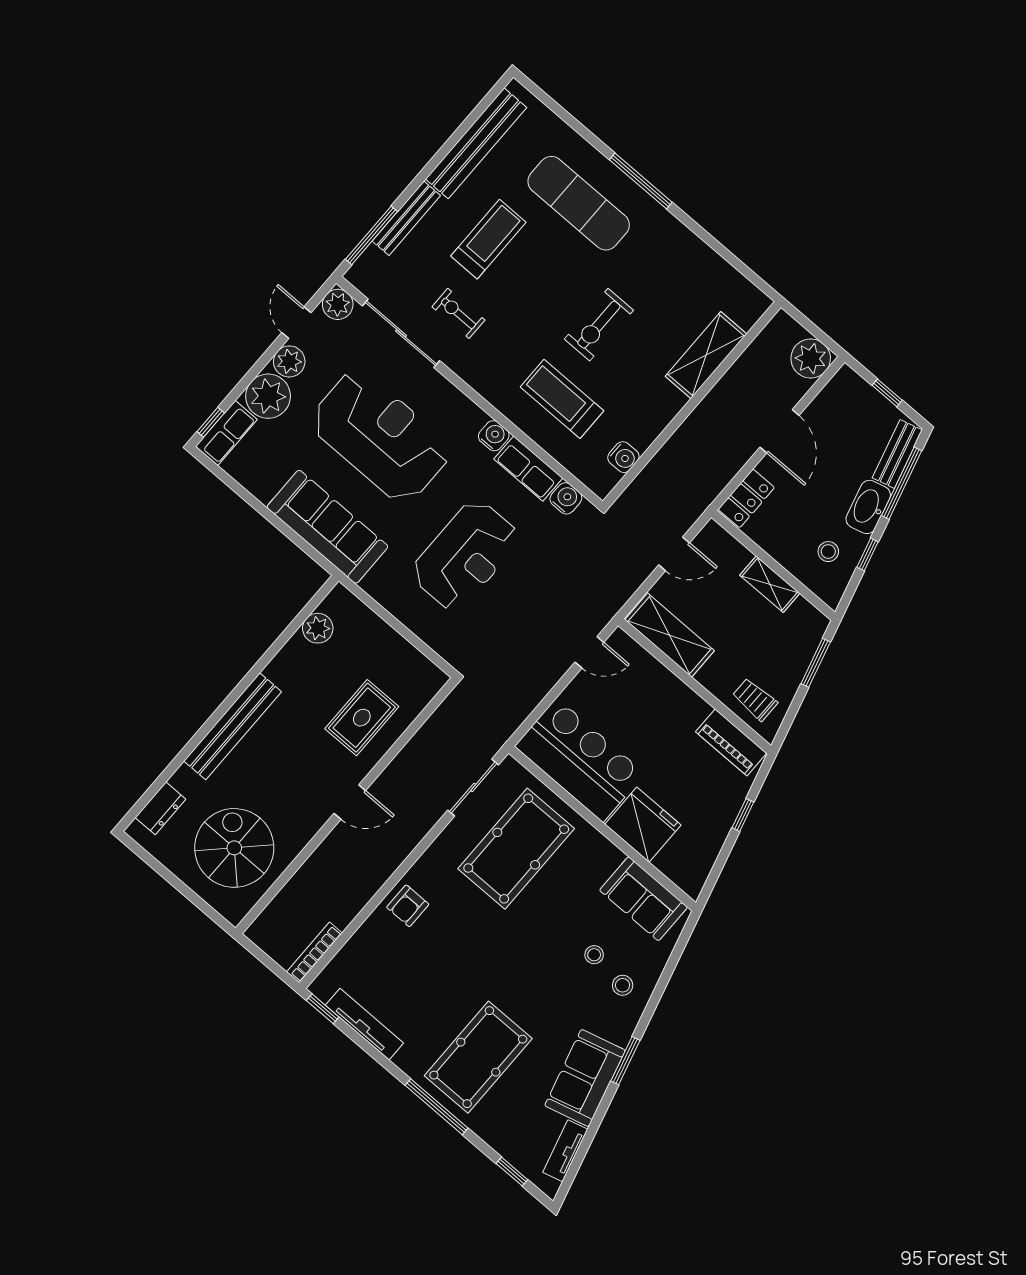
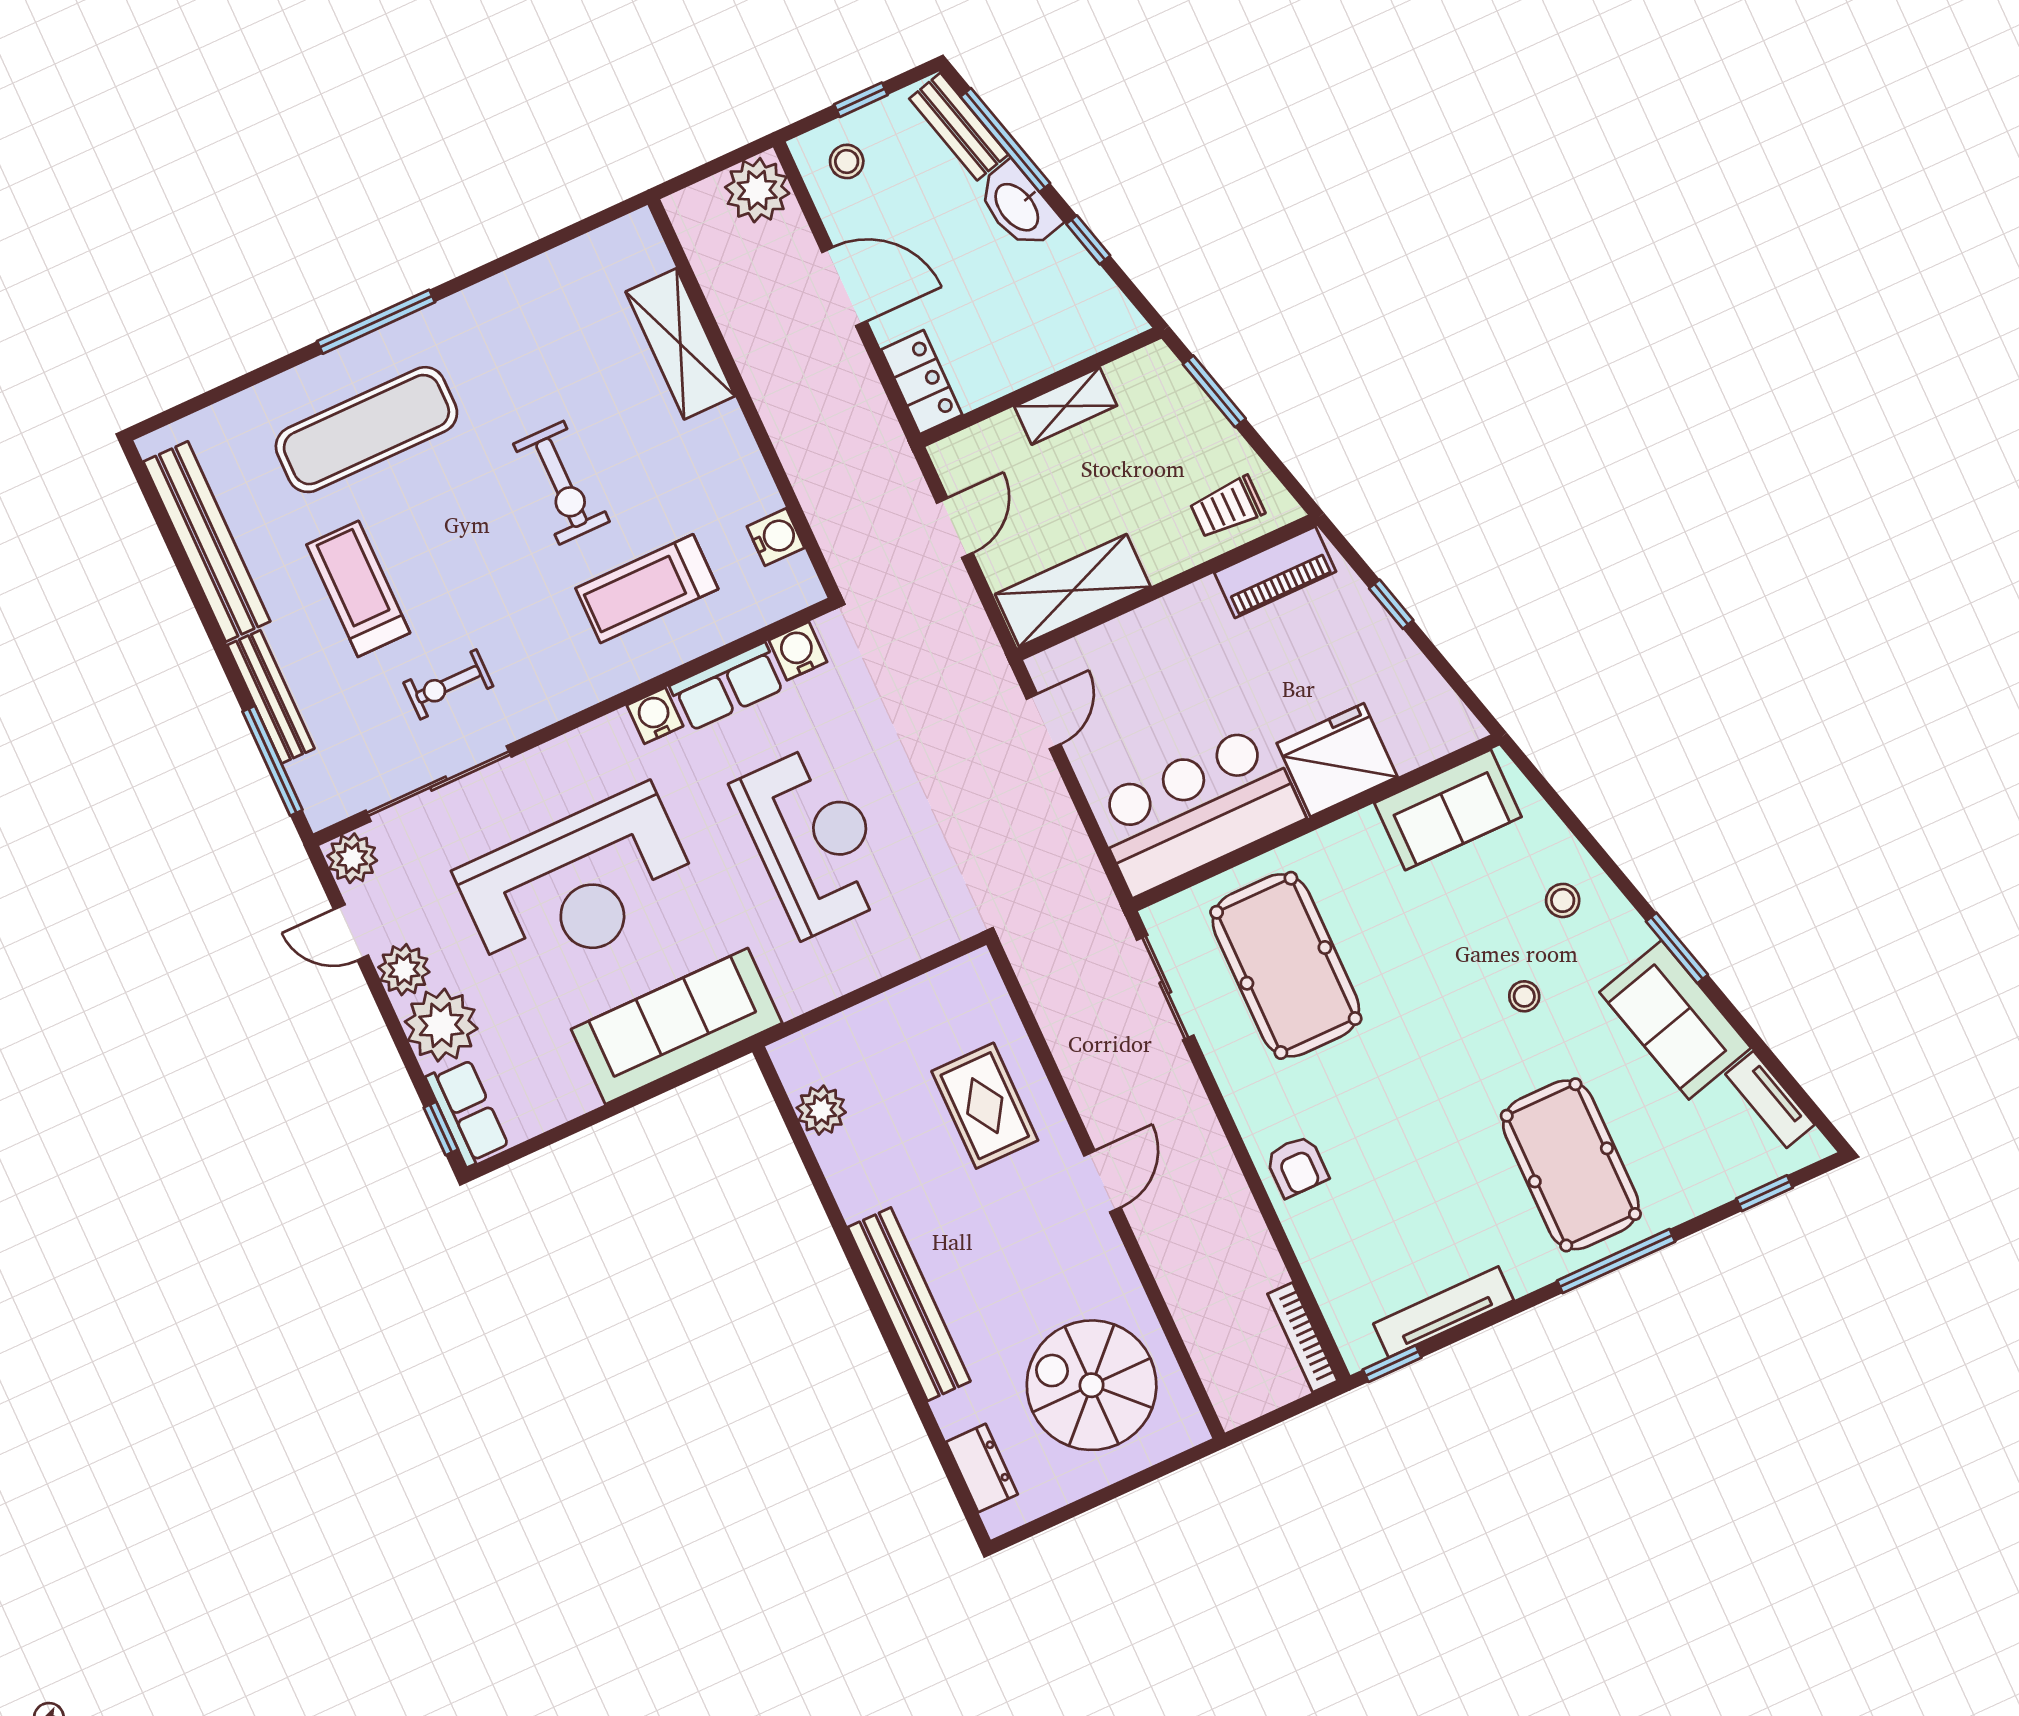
reception desk: (380, 436) -> (578, 885), turned 180
stool: (828, 552) -> (847, 161), moved
stool: (594, 955) -> (1524, 996), moved

